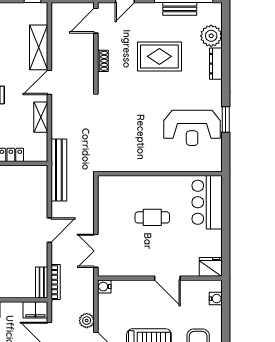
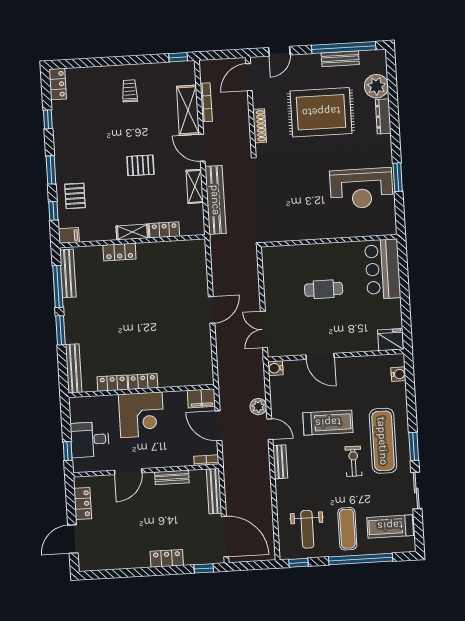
rug: (159, 56) -> (321, 112), width x1.37, depth x1.44
shoe rack: (103, 61) -> (260, 126), width x1.43
door: (49, 82) -> (202, 148), hinge flipped
bench: (59, 170) -> (216, 200), moved
door: (167, 278) -> (320, 356), moved
bookcase: (56, 282) -> (206, 102), moved
bench: (42, 283) -> (207, 368), removed

